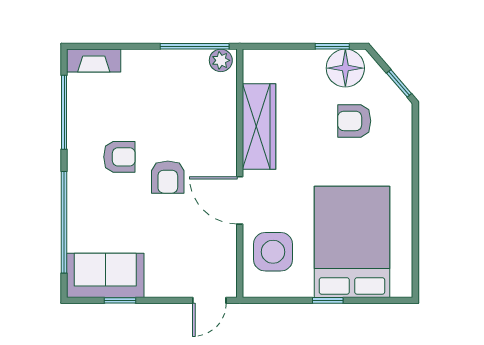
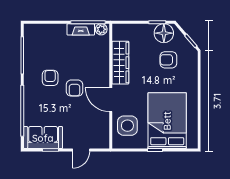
fireplace: (94, 61) -> (81, 29), moved
armchair: (119, 157) -> (50, 78), turned -90
door: (209, 300) -> (81, 150), moved

